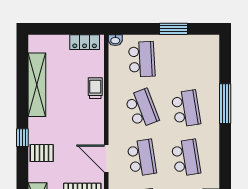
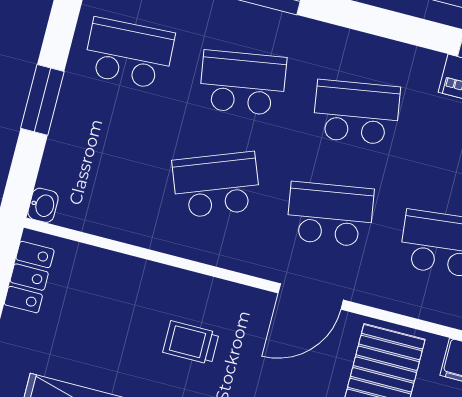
window: (173, 29) -> (42, 100), moved
school desk: (142, 59) -> (129, 53), moved
trolley: (95, 88) -> (191, 343), moved

